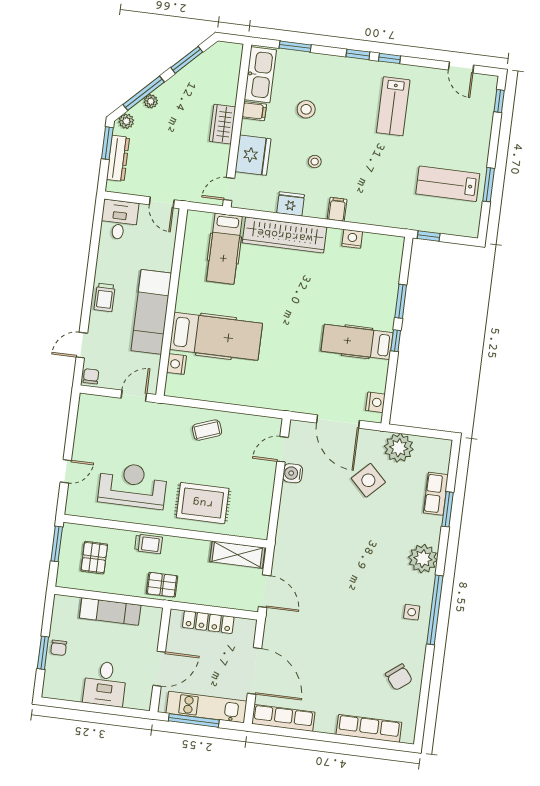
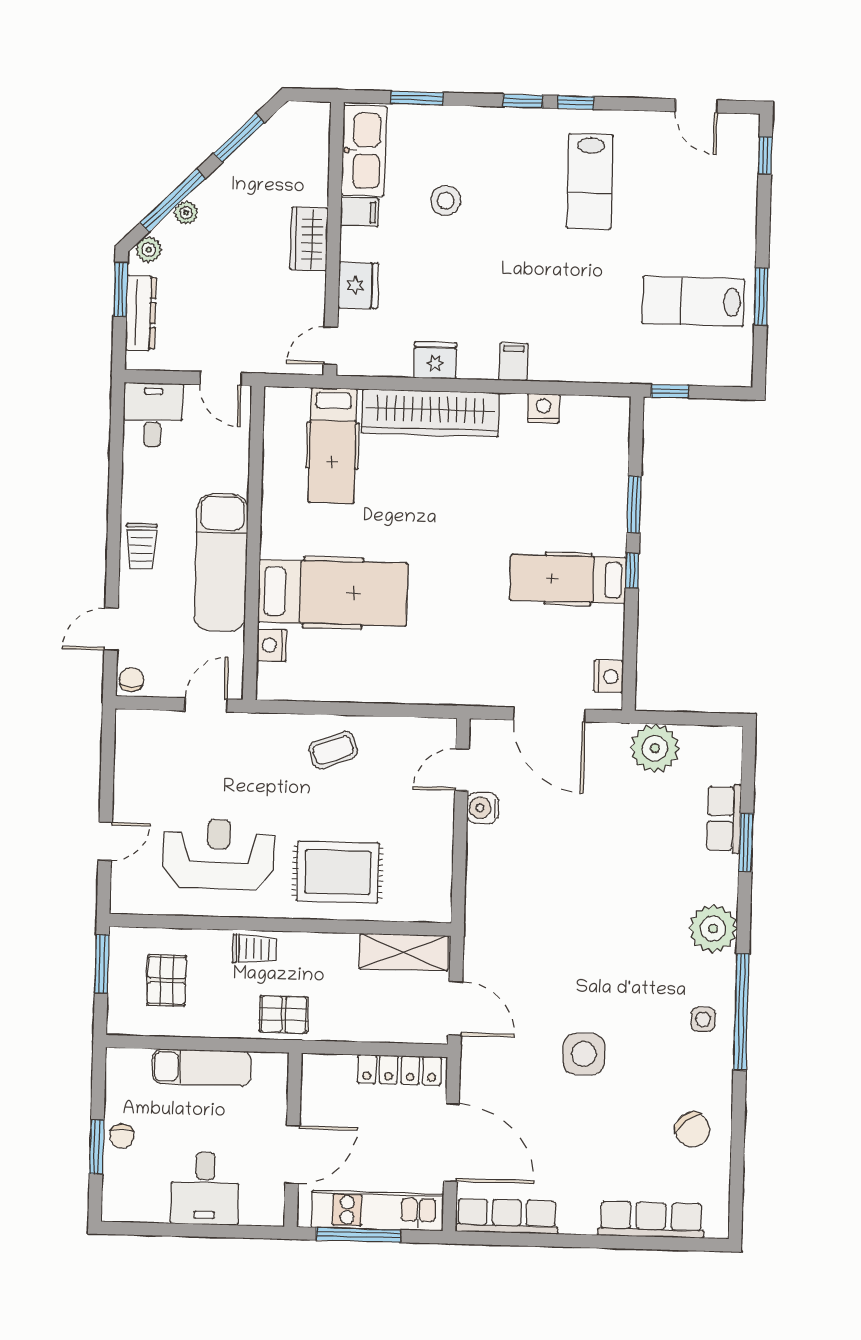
fridge: (253, 155) -> (358, 285), width x0.73, depth x0.75
stool: (315, 162) -> (468, 286), removed
side table: (368, 480) -> (584, 1054), moved, turned 45
locker: (208, 622) -> (399, 1070), moved

